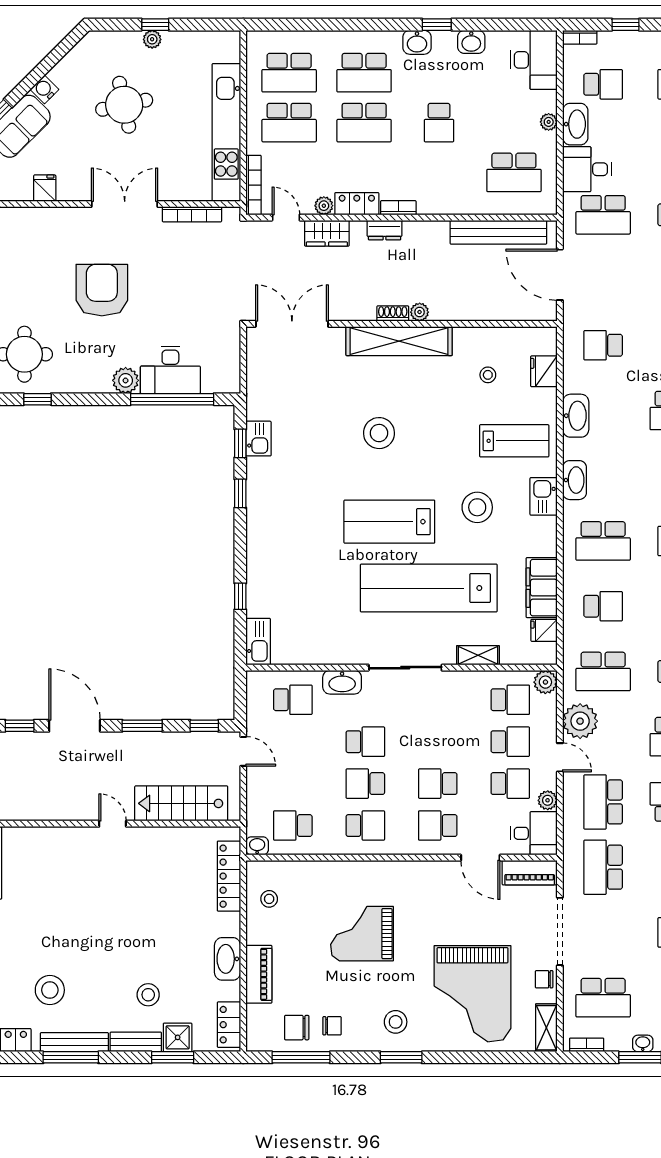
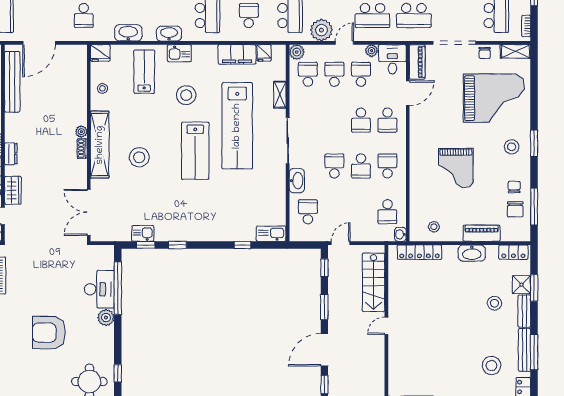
plant: (420, 312) -> (81, 132), moved
shoe rack: (393, 313) -> (82, 149), moved
double door: (292, 324) -> (89, 212), moved
wall: (402, 324) -> (89, 143), moved
shelving: (399, 341) -> (100, 145), moved

